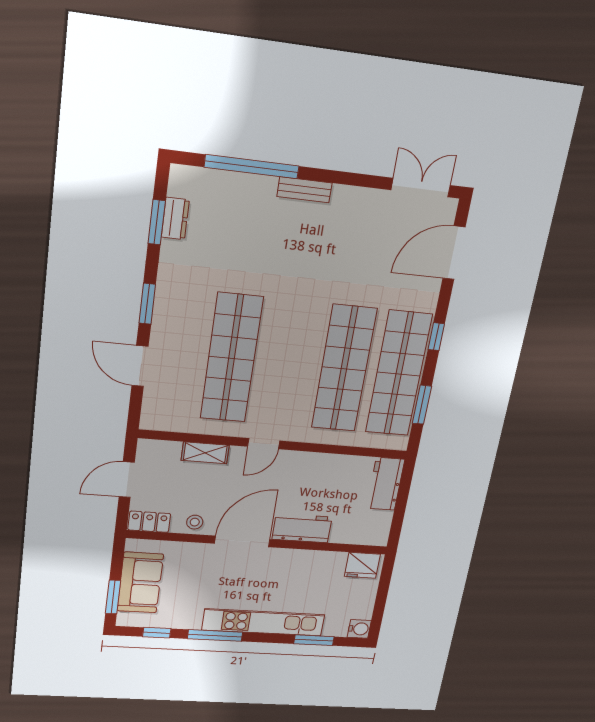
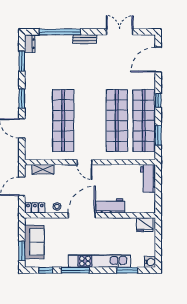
double door: (421, 188) -> (120, 32), moved
dresser: (175, 218) -> (30, 44), moved
door: (264, 444) -> (85, 162), hinge flipped
shelving: (205, 453) -> (43, 169), moved

